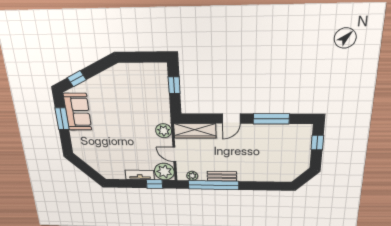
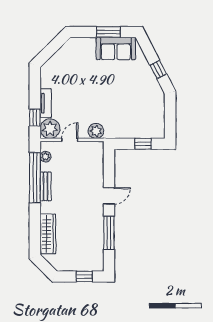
window: (77, 79) -> (158, 70), moved
door: (231, 119) -> (109, 196), swing flipped
wardrobe: (195, 131) -> (48, 234), moved, turned 180

